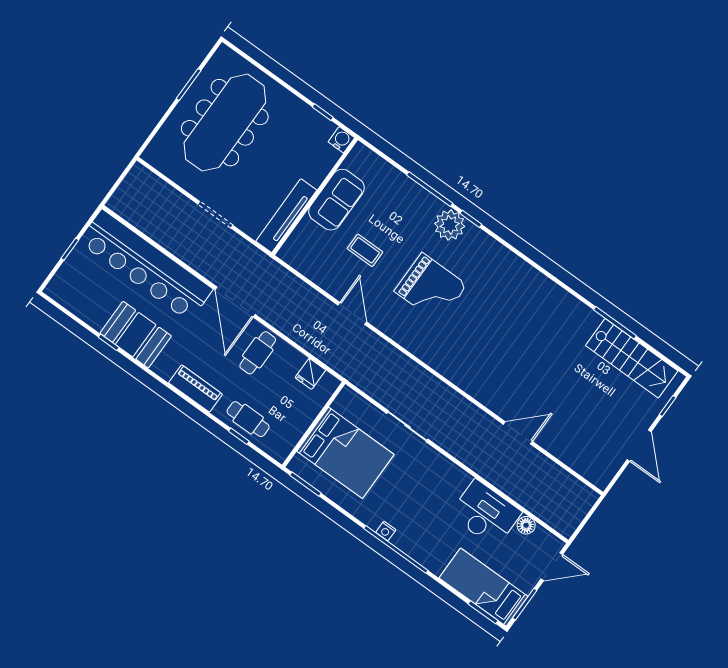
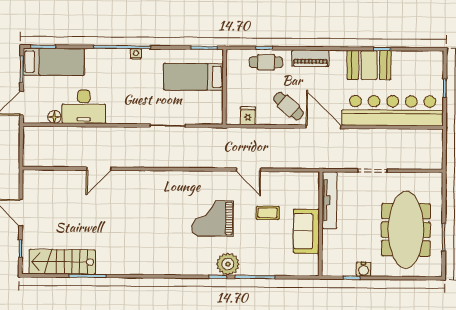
water cooler: (341, 140) -> (363, 269), moved
cafe table: (258, 353) -> (288, 106), turned -49
bed: (345, 453) -> (193, 77), width x0.67

